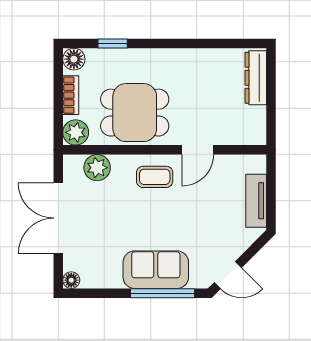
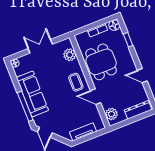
door: (193, 44) -> (142, 76), added
plant: (76, 132) -> (111, 114), moved
double door: (58, 218) -> (40, 46), width x0.73
sofa: (156, 270) -> (32, 94), width x1.36

